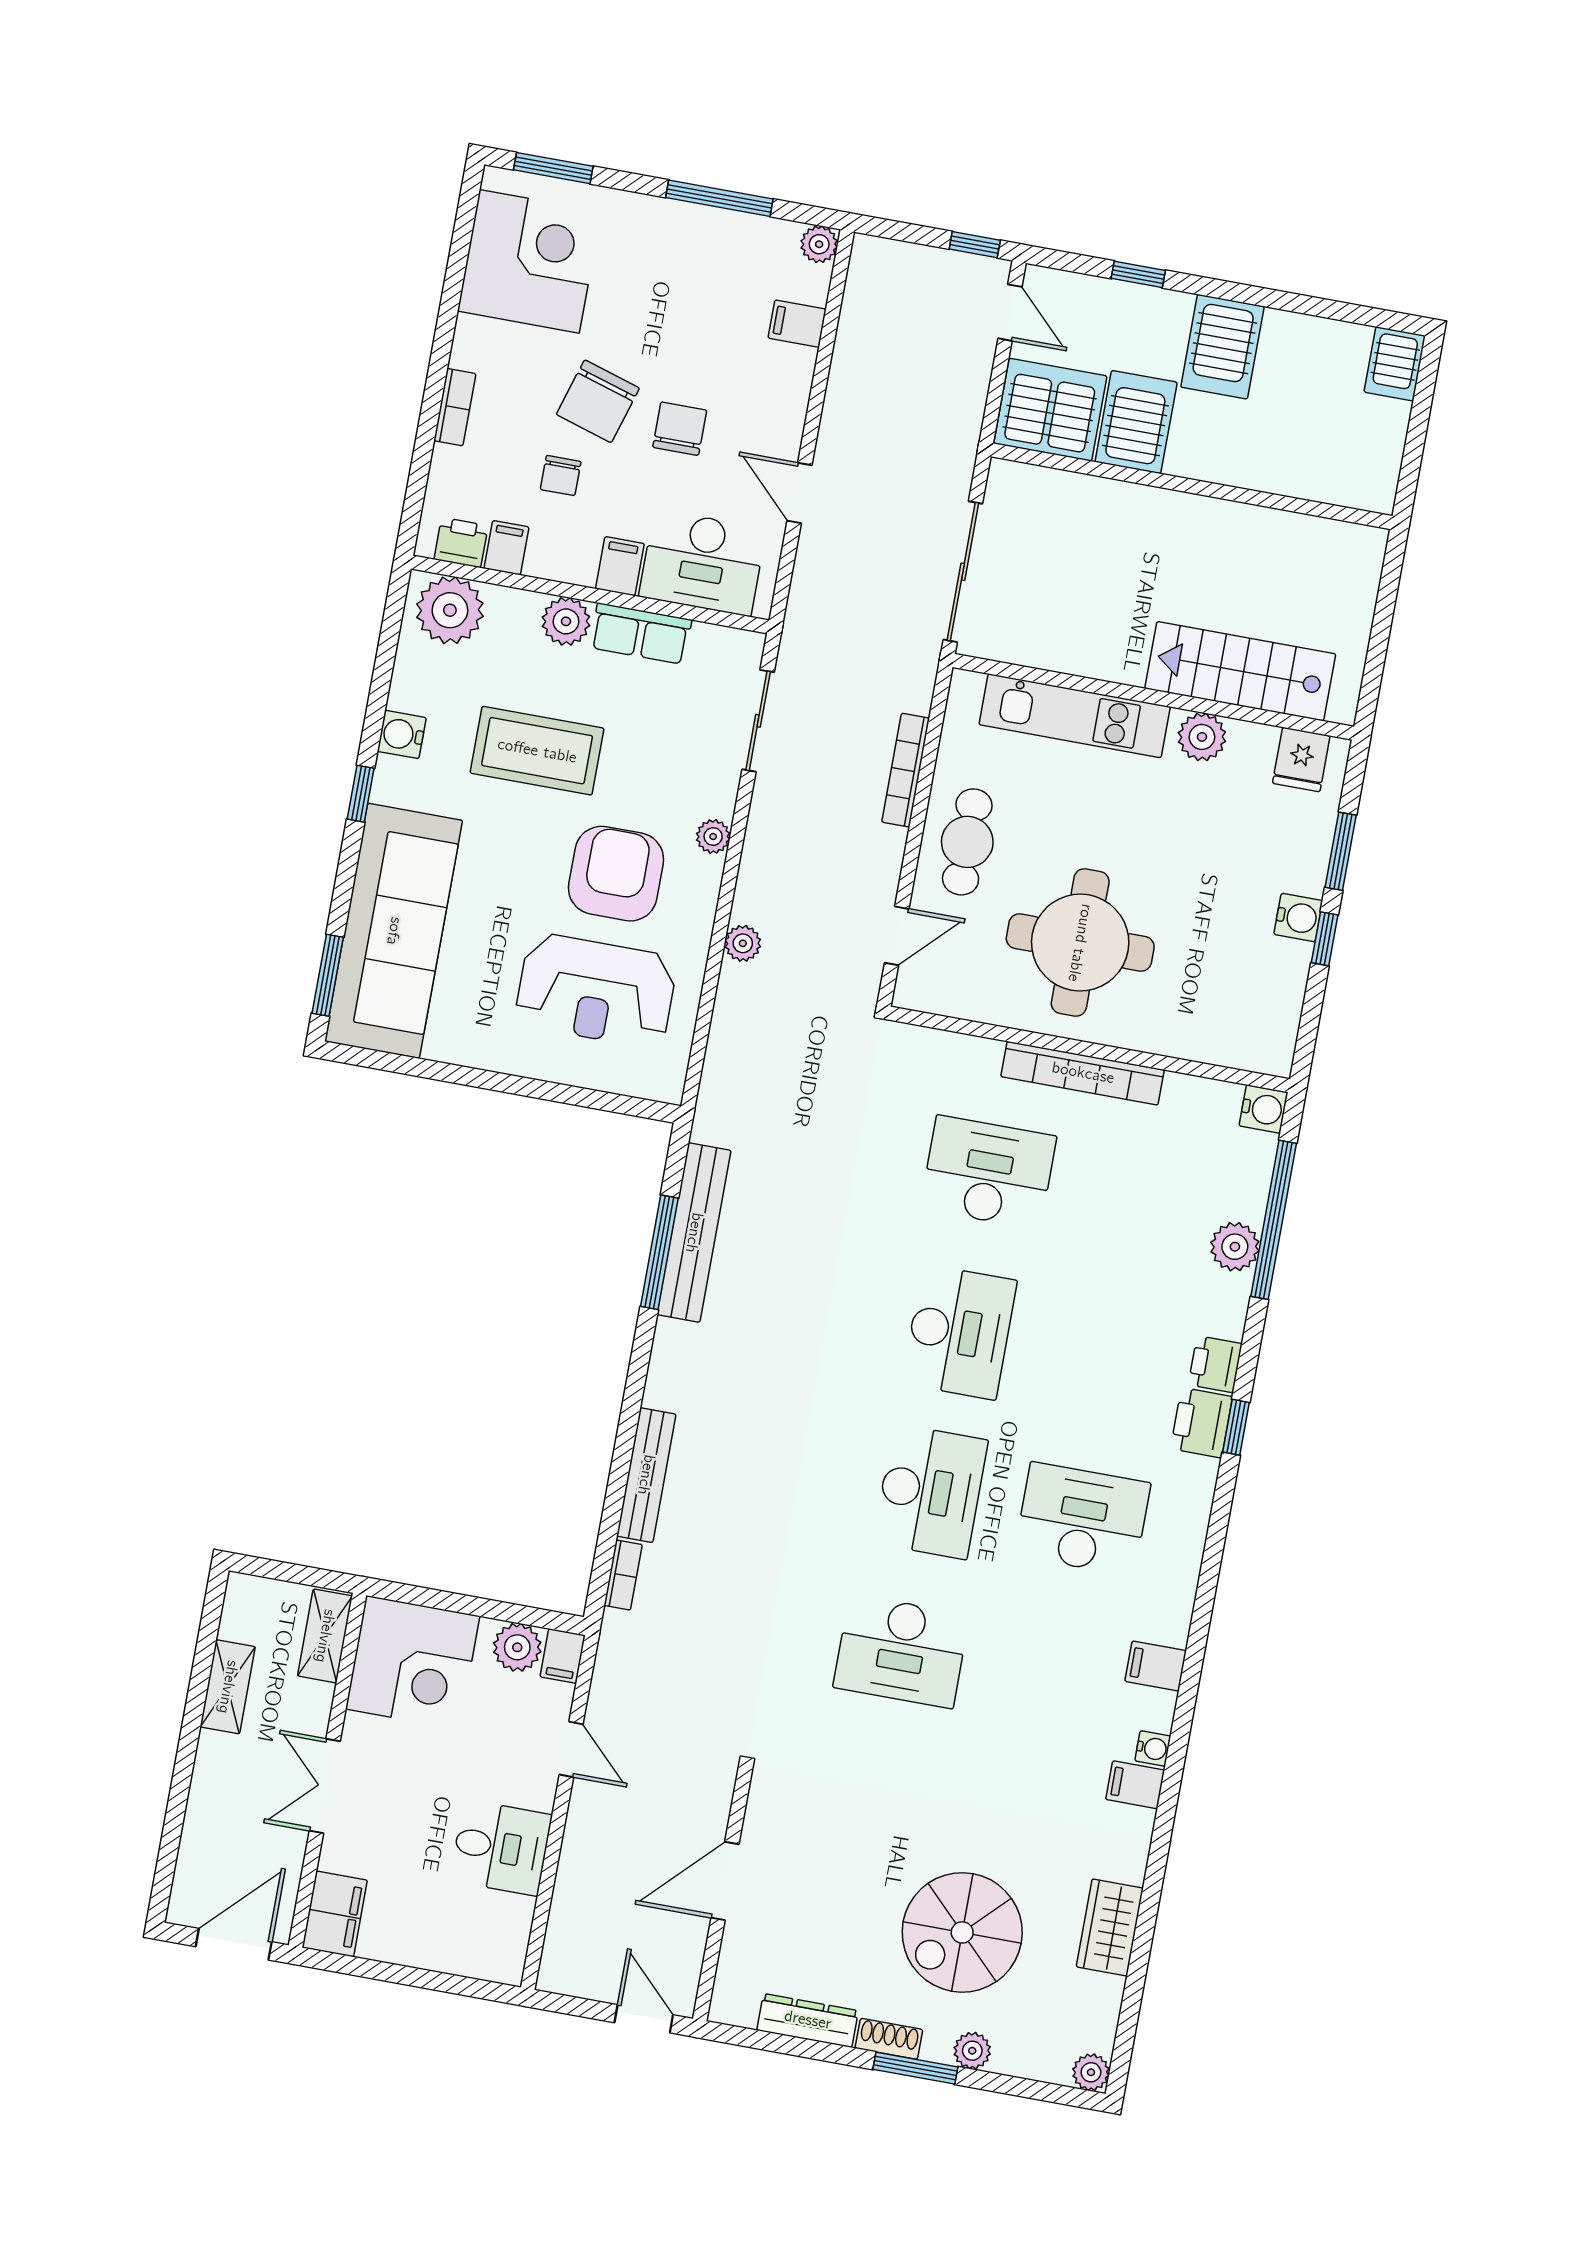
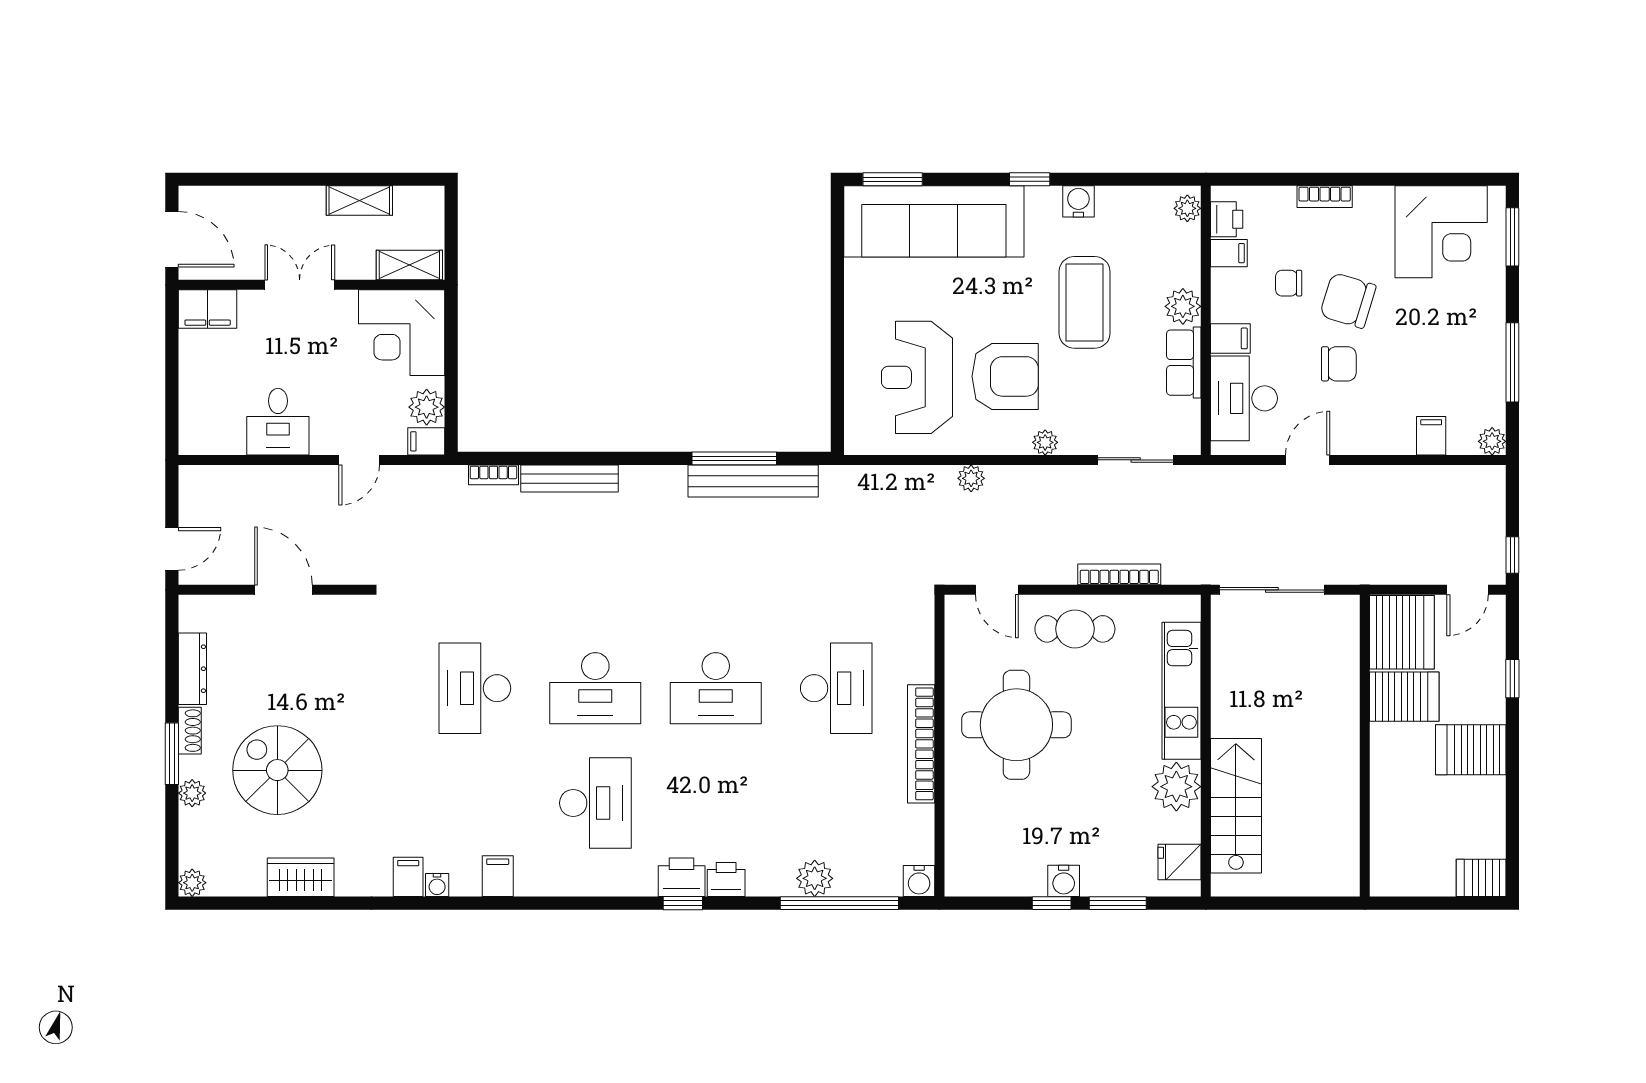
plant: (450, 610) -> (1187, 208), width x0.53, depth x0.53
plant: (1202, 737) -> (1176, 787), width x1.36, depth x1.36

